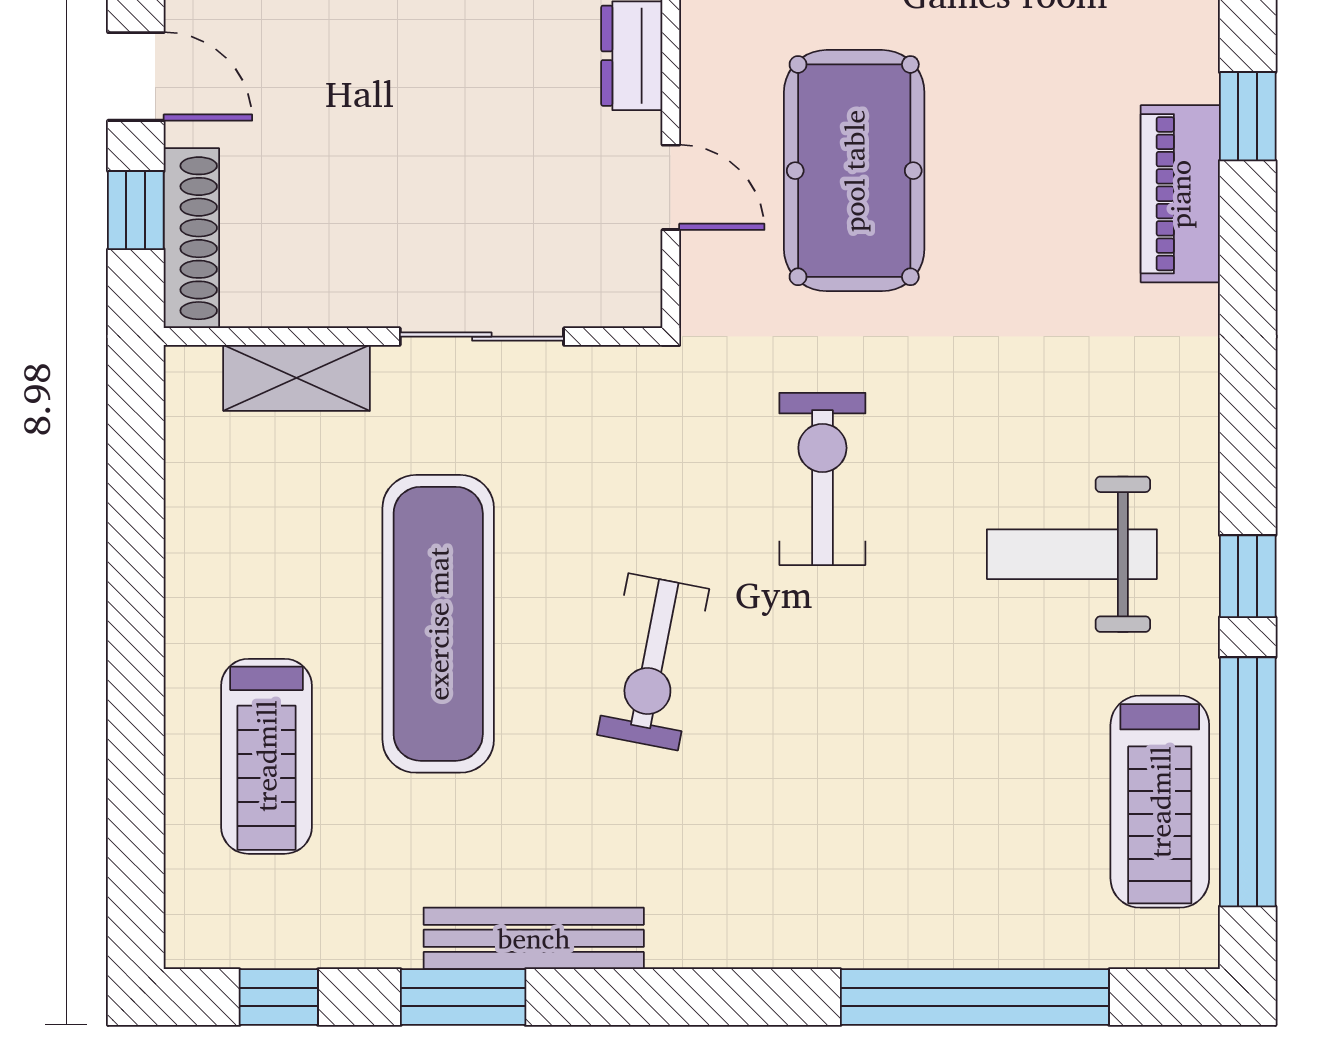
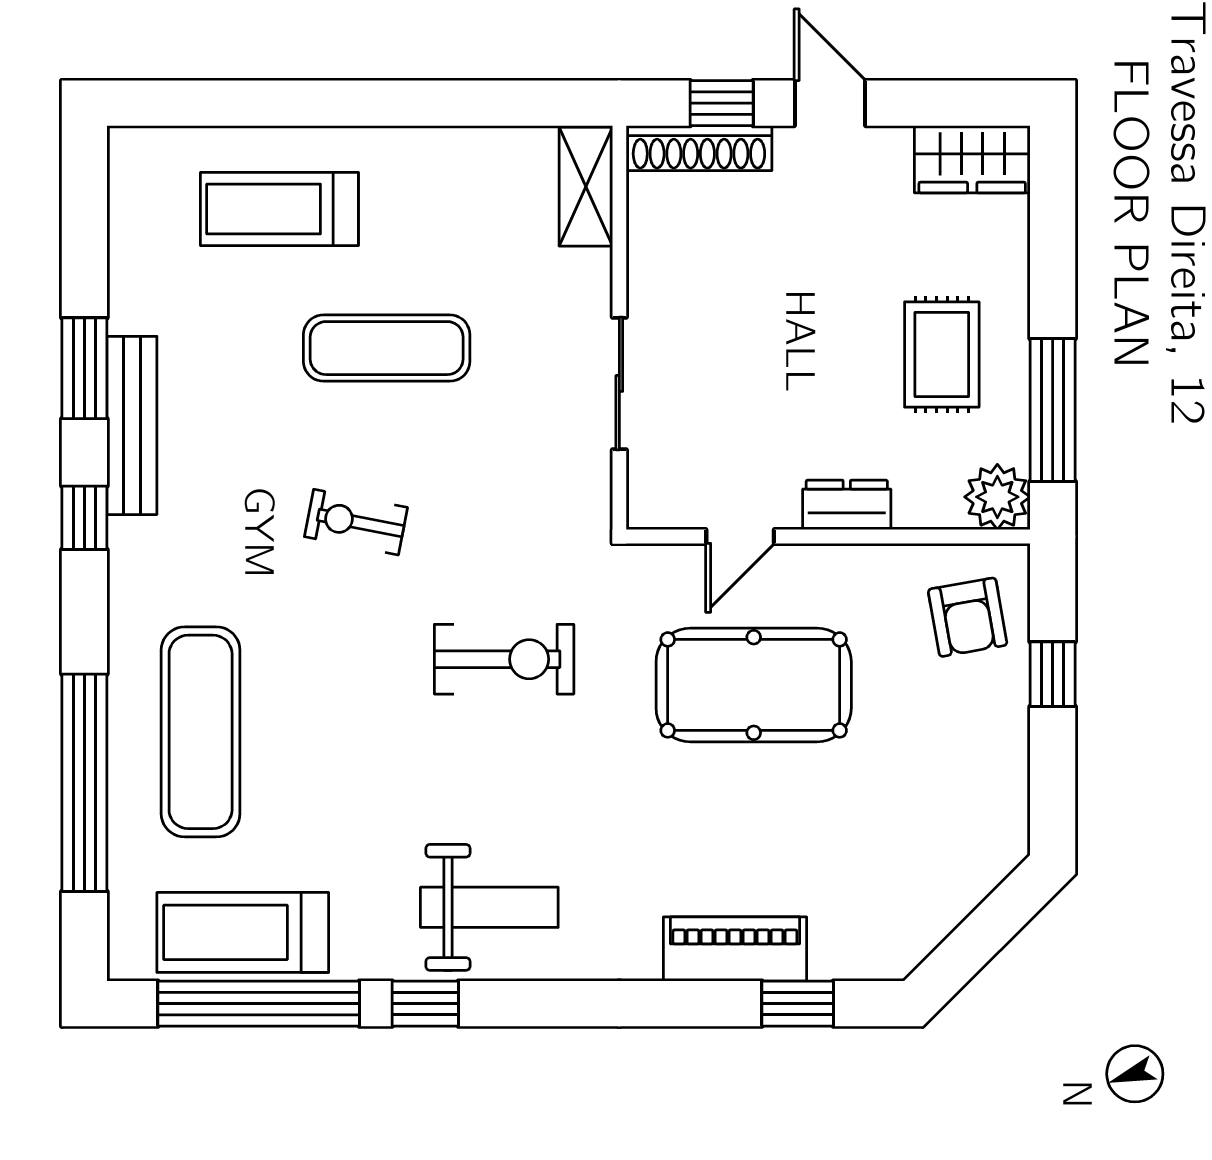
door: (136, 76) -> (830, 103), swing flipped
shelving: (297, 378) -> (586, 187), moved
weight bench: (1072, 554) -> (489, 907), moved, turned 90
exercise mat: (438, 624) -> (387, 348), width x0.73, depth x0.69
exercise bike: (653, 662) -> (356, 522), width x0.73, depth x0.72
exercise mat: (912, 854) -> (201, 732), added
window: (279, 997) -> (84, 518), moved

